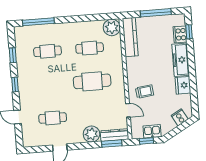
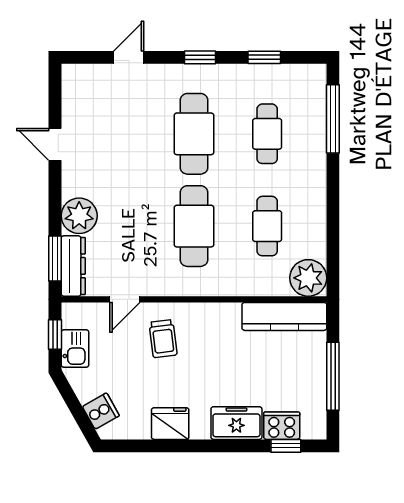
freezer: (181, 60) -> (236, 423), width x0.71
cafe table: (53, 118) -> (194, 134), moved, width x1.37, depth x1.35

